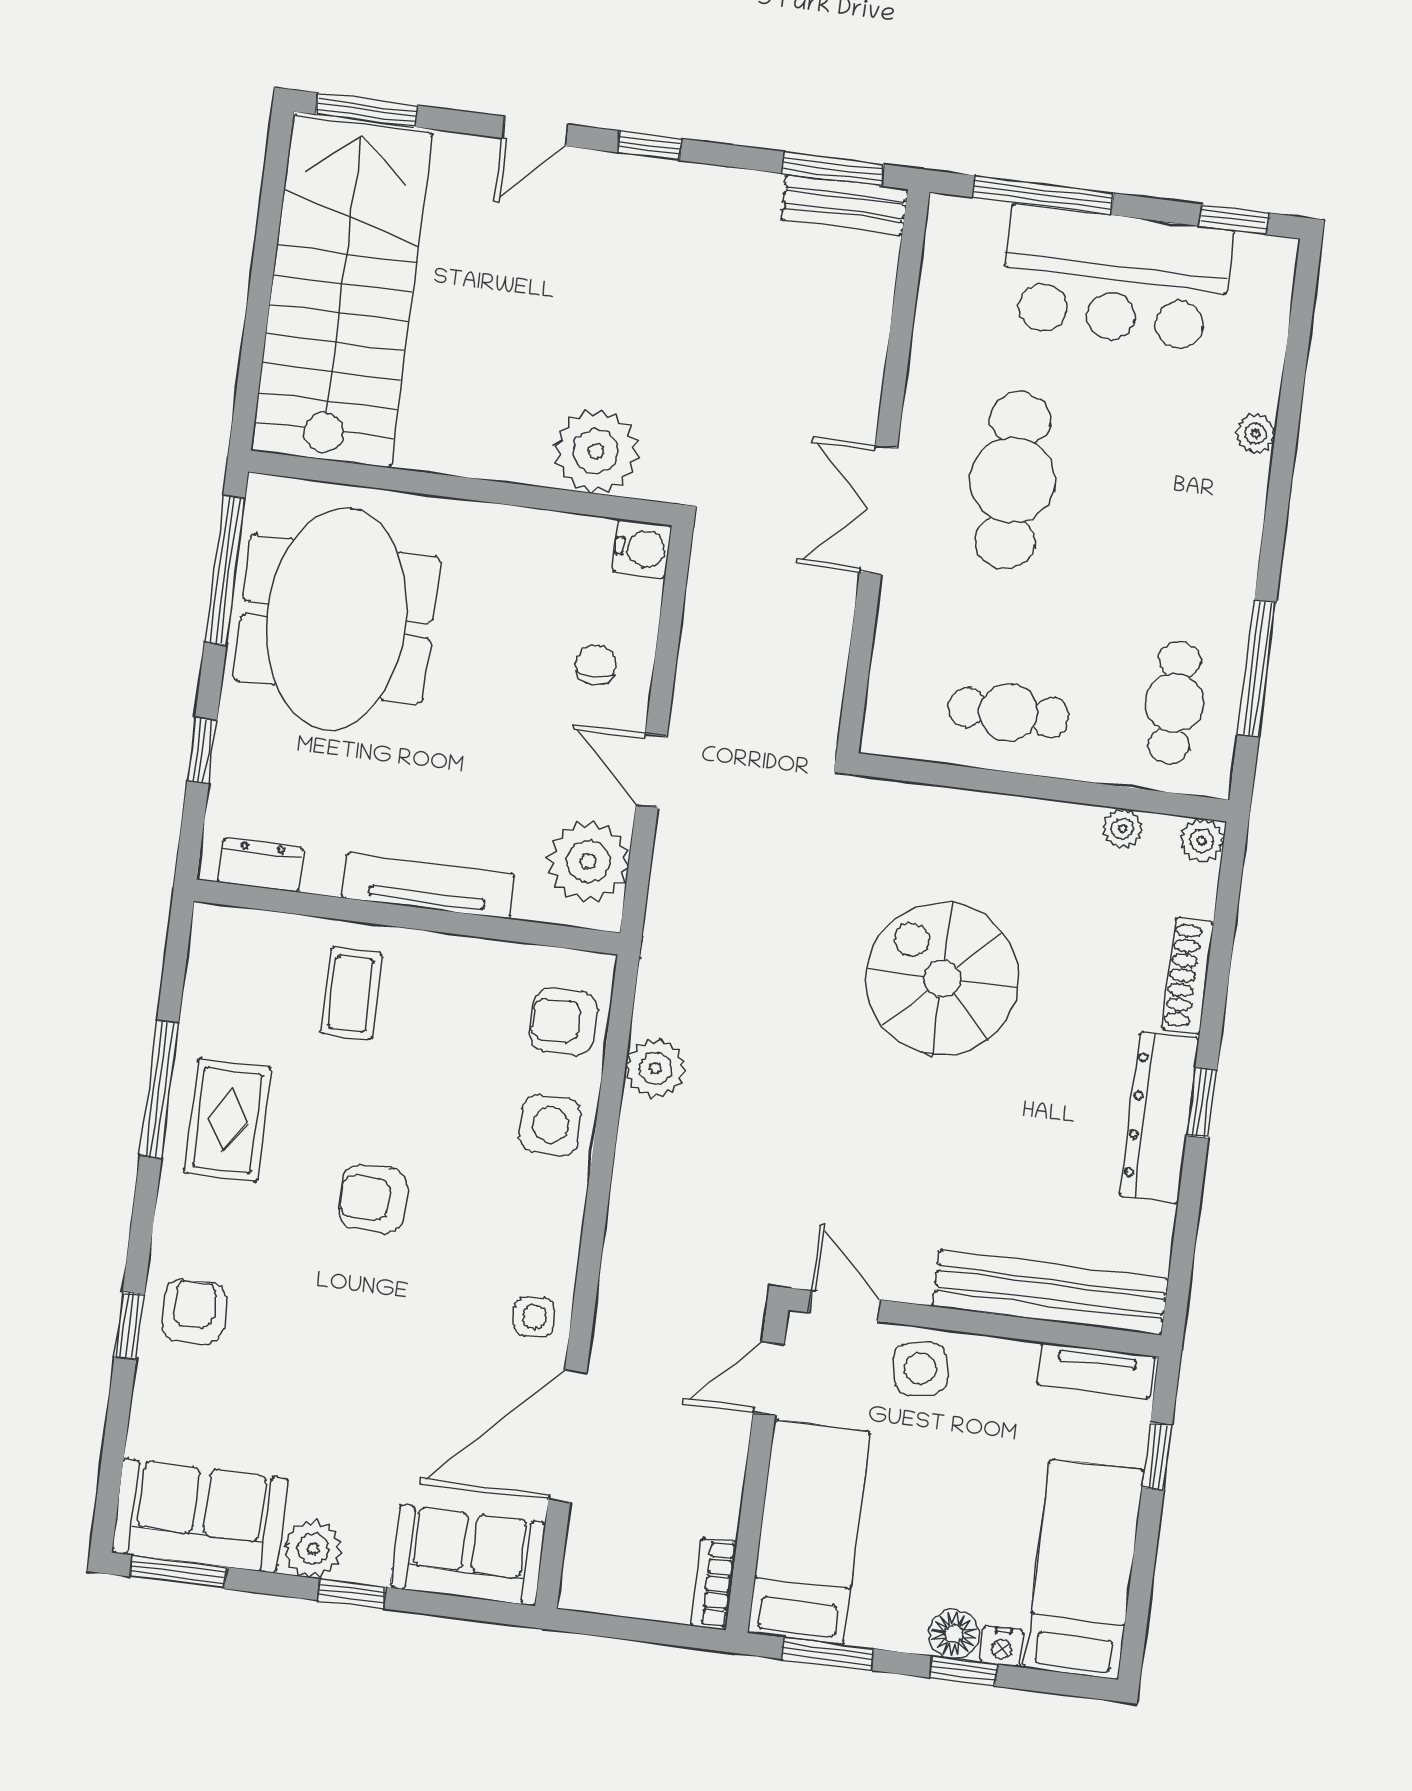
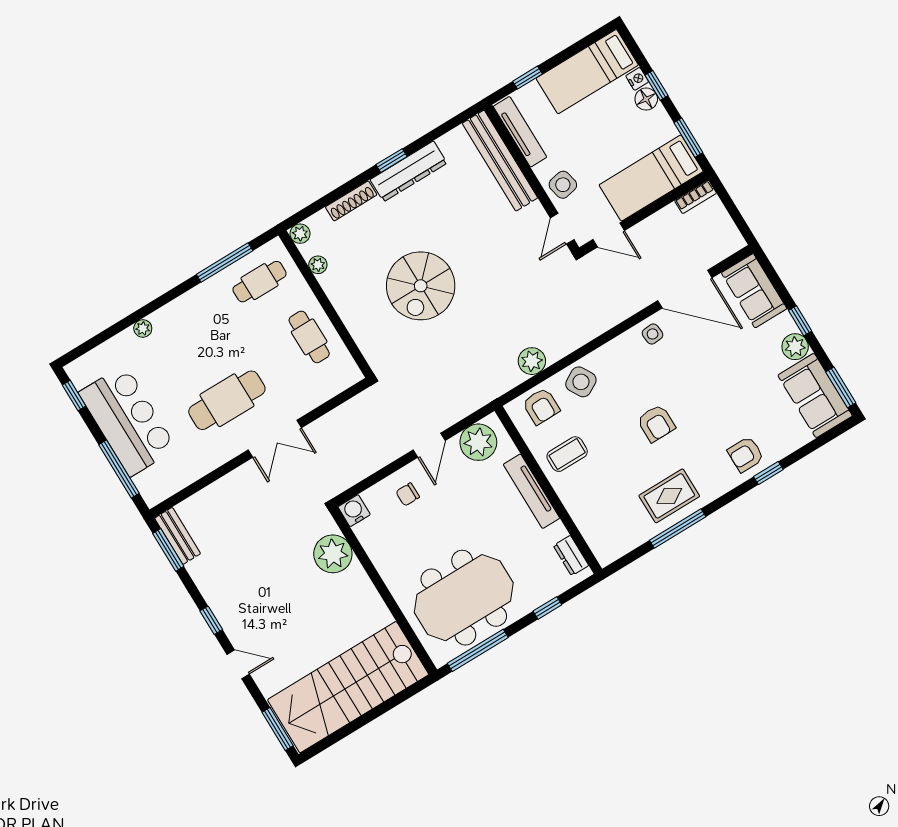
coffee table: (351, 993) -> (567, 454), moved
side table: (550, 1125) -> (581, 382), turned -30
tv unit: (1096, 1371) -> (520, 132), width x1.41

